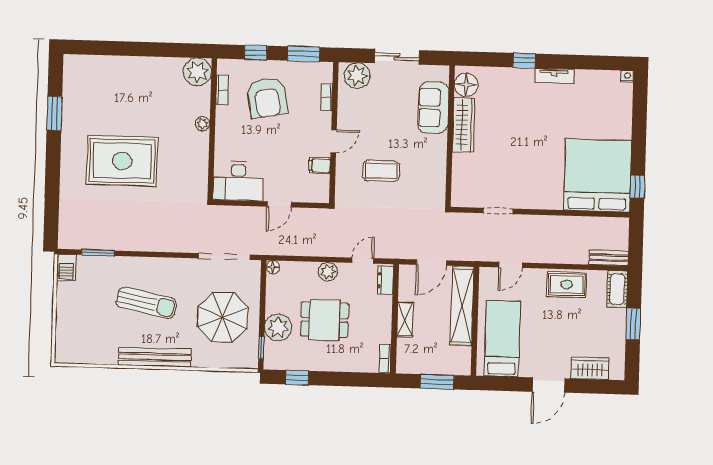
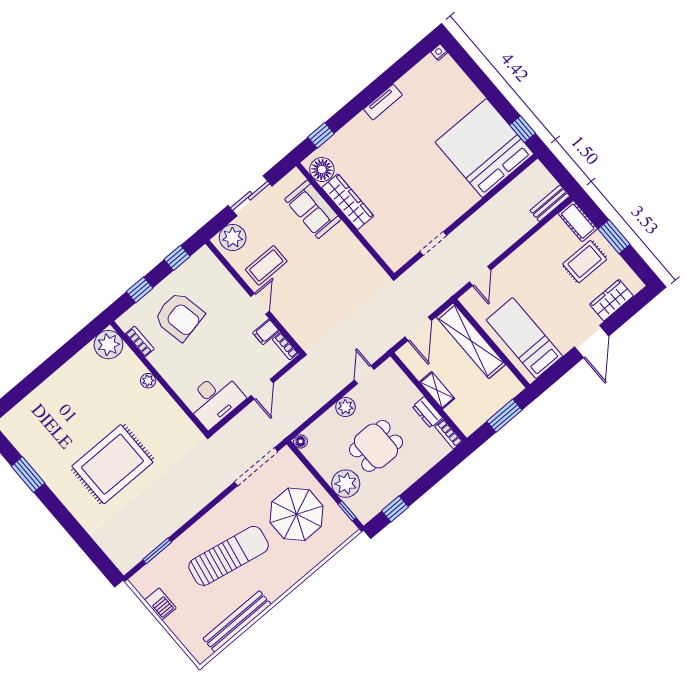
window: (304, 54) -> (177, 258), width x0.67
window: (524, 60) -> (321, 135), moved
bookcase: (327, 98) -> (285, 346), moved
coffee table: (381, 171) -> (266, 265), moved
barbecue: (66, 268) -> (160, 604), moved
dresser: (385, 280) -> (427, 412), moved
rug: (567, 284) -> (585, 262), moved
sun lounger: (146, 303) -> (229, 556), width x1.36, depth x1.34
bench: (155, 357) -> (237, 621), moved

